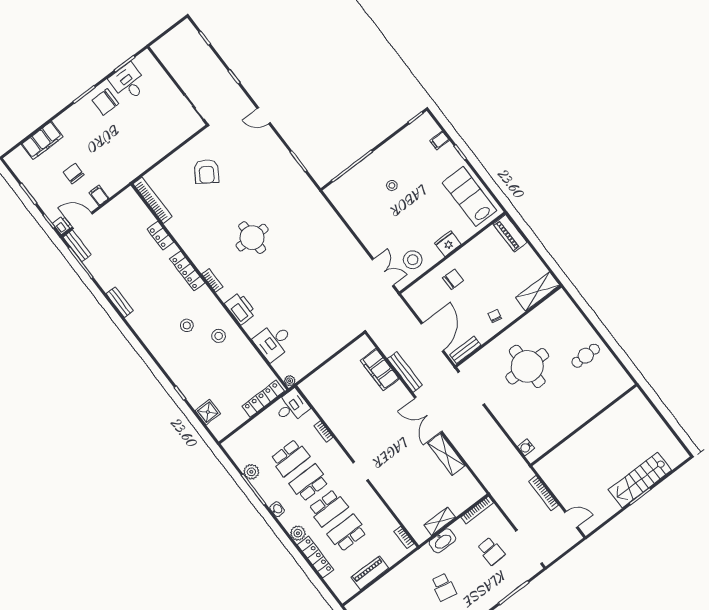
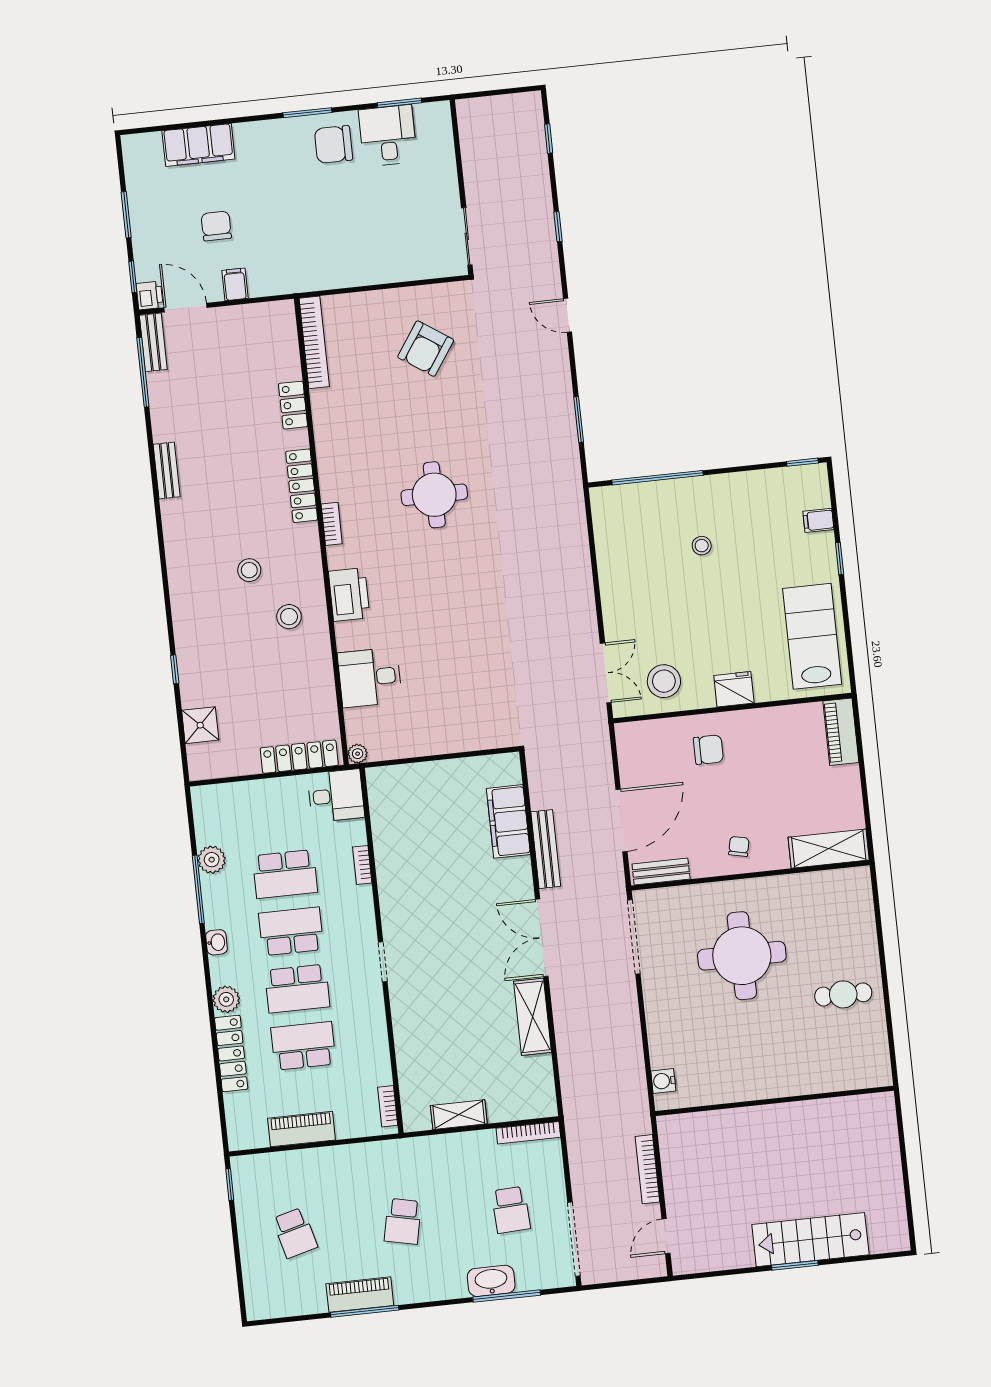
door: (571, 519) -> (666, 1236), swing flipped
washbasin: (442, 541) -> (491, 1281), moved, turned 180

